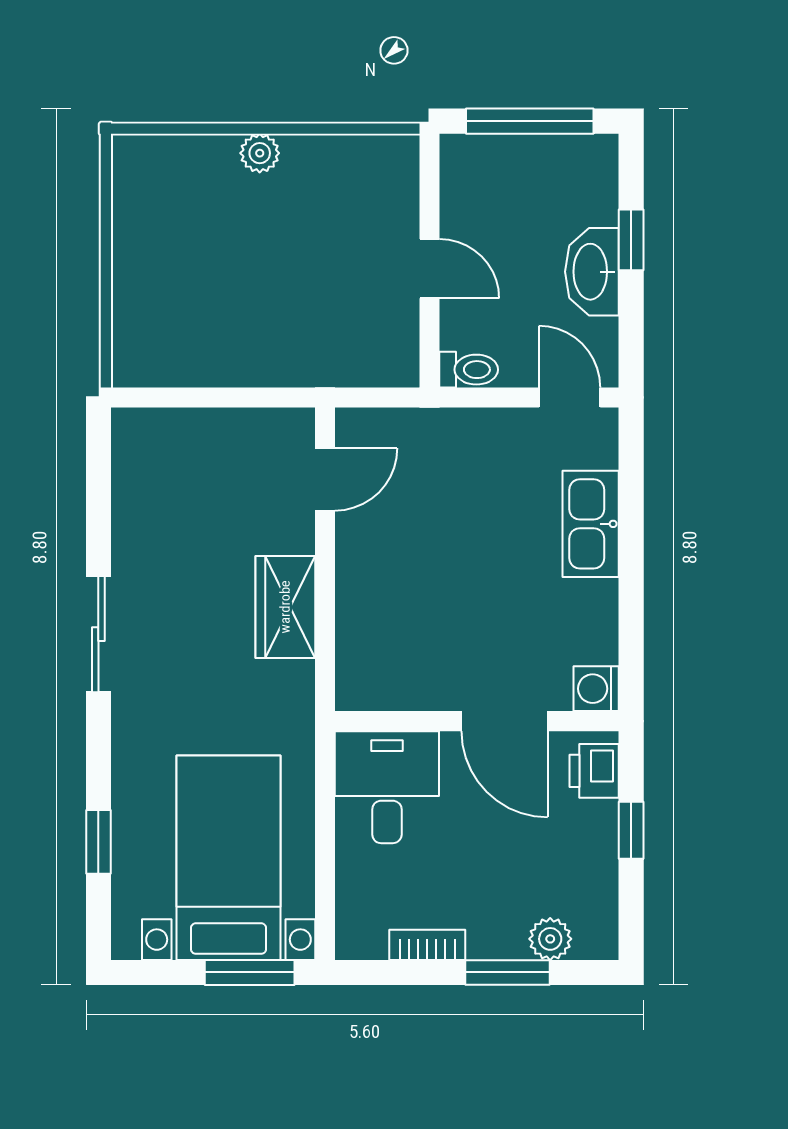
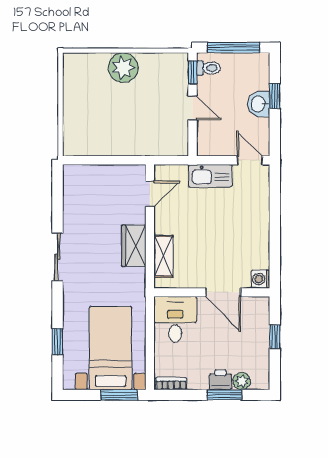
plant: (260, 153) -> (123, 68), width x1.88, depth x1.88
window: (430, 182) -> (193, 72), added
washbasin: (592, 272) -> (259, 104), width x0.72
toilet: (469, 370) -> (209, 68), moved
kitchen sink: (591, 524) -> (210, 176), moved, turned -90
shelving: (358, 633) -> (163, 256), added
printer: (594, 771) -> (221, 380), moved, turned 90
bookcase: (427, 945) -> (171, 384), moved

